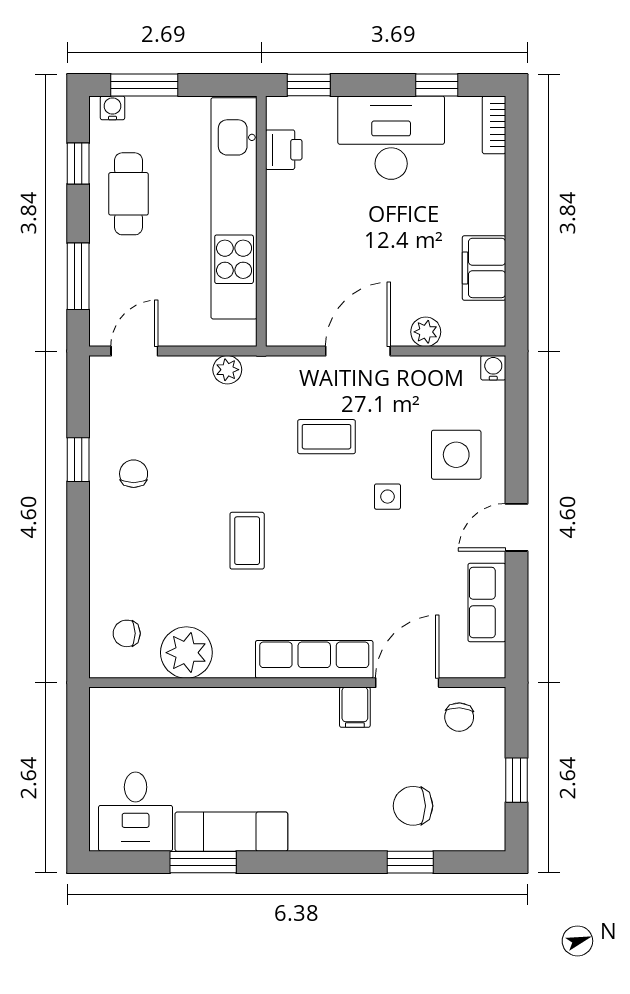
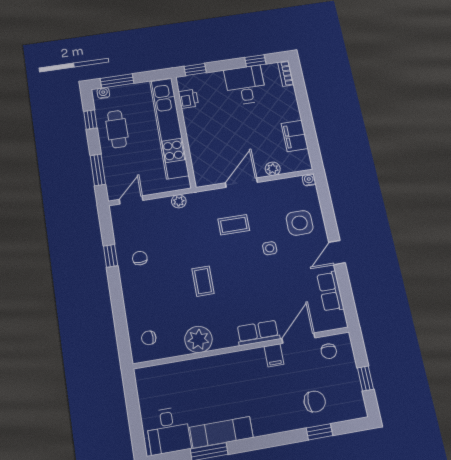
desk: (391, 138) -> (245, 85), width x0.73
plant: (186, 653) -> (198, 339), moved
row of seats: (314, 659) -> (258, 333), width x0.68
chair: (413, 806) -> (315, 401), turned 180

